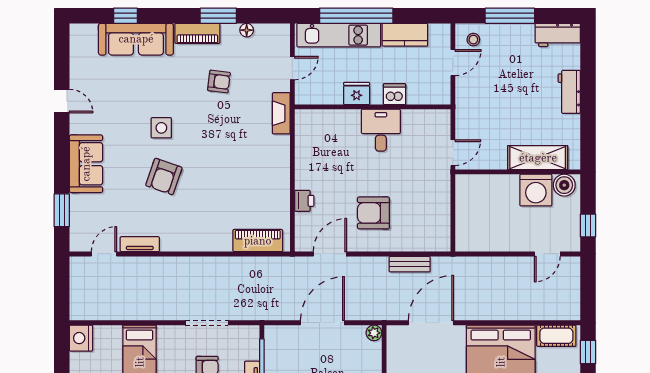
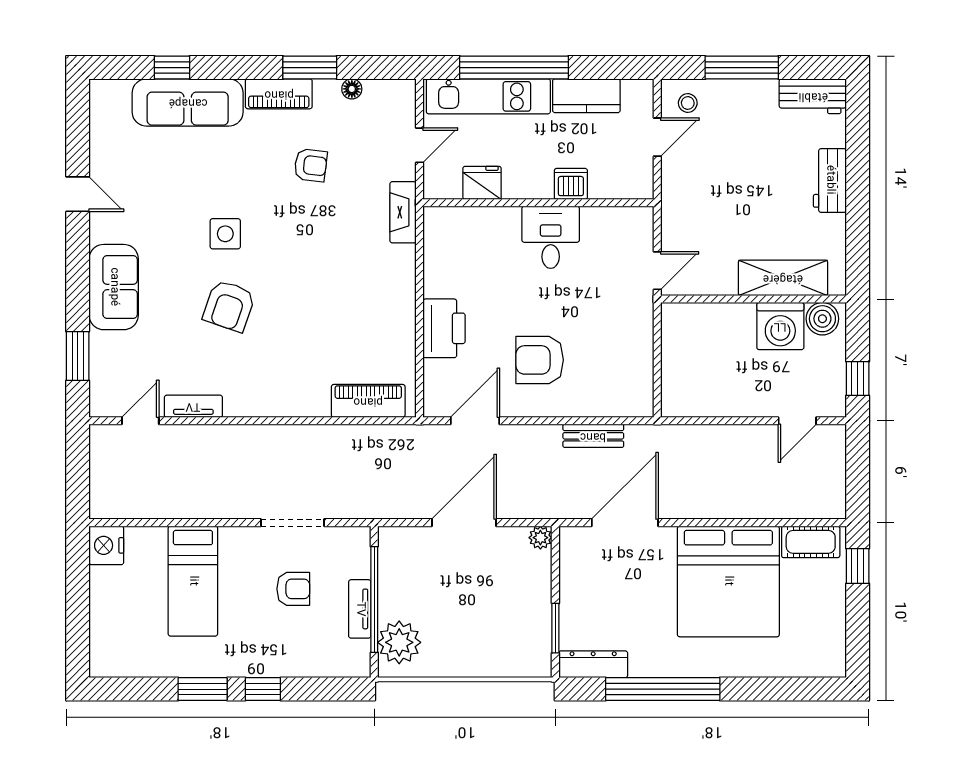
fridge: (357, 93) -> (482, 183), moved
printer: (304, 201) -> (444, 328), width x1.87, depth x1.48

